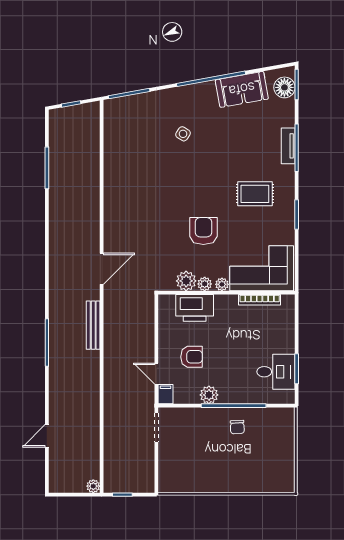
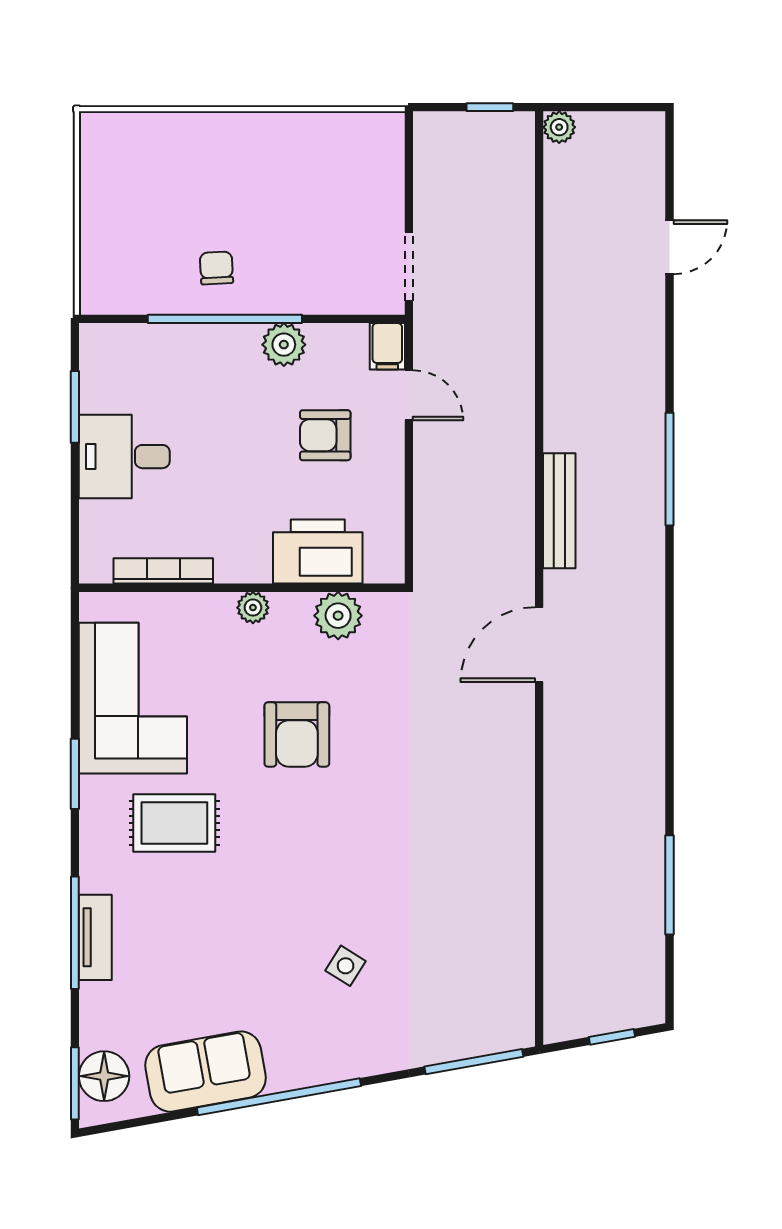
corner sofa: (262, 268) -> (133, 698), moved, turned -90
plant: (205, 284) -> (294, 609), removed
desk: (276, 372) -> (124, 457), moved

